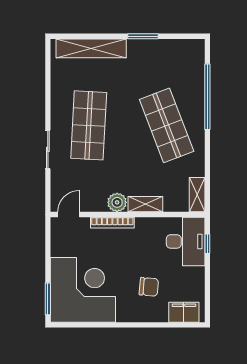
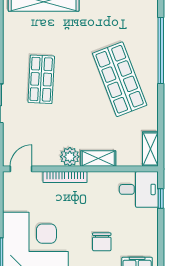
shop shelf: (89, 125) -> (41, 79), width x0.70, depth x0.74
desk: (186, 241) -> (139, 189), width x0.73
chair: (149, 287) -> (102, 242), turned 85

